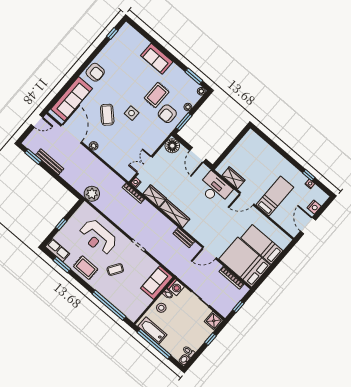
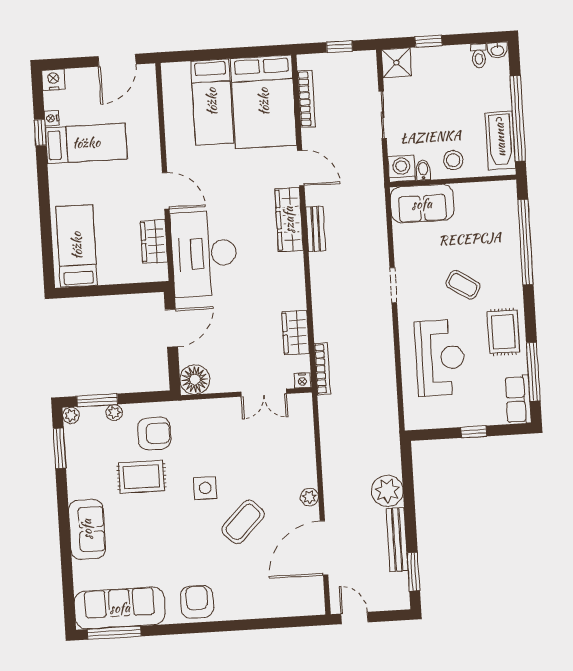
window: (112, 33) -> (114, 633), width x2.17
sofa: (72, 99) -> (120, 608), moved
window: (184, 122) -> (97, 400), moved
bed: (258, 150) -> (77, 246), added
desk: (215, 188) -> (204, 254), width x1.36, depth x1.30
plant: (92, 194) -> (387, 491), moved
bed: (275, 196) -> (86, 143), moved, turned 180
nightstand: (314, 207) -> (53, 80), moved
wardrobe: (175, 213) -> (289, 220), moved
window: (62, 265) -> (533, 372), width x1.44

